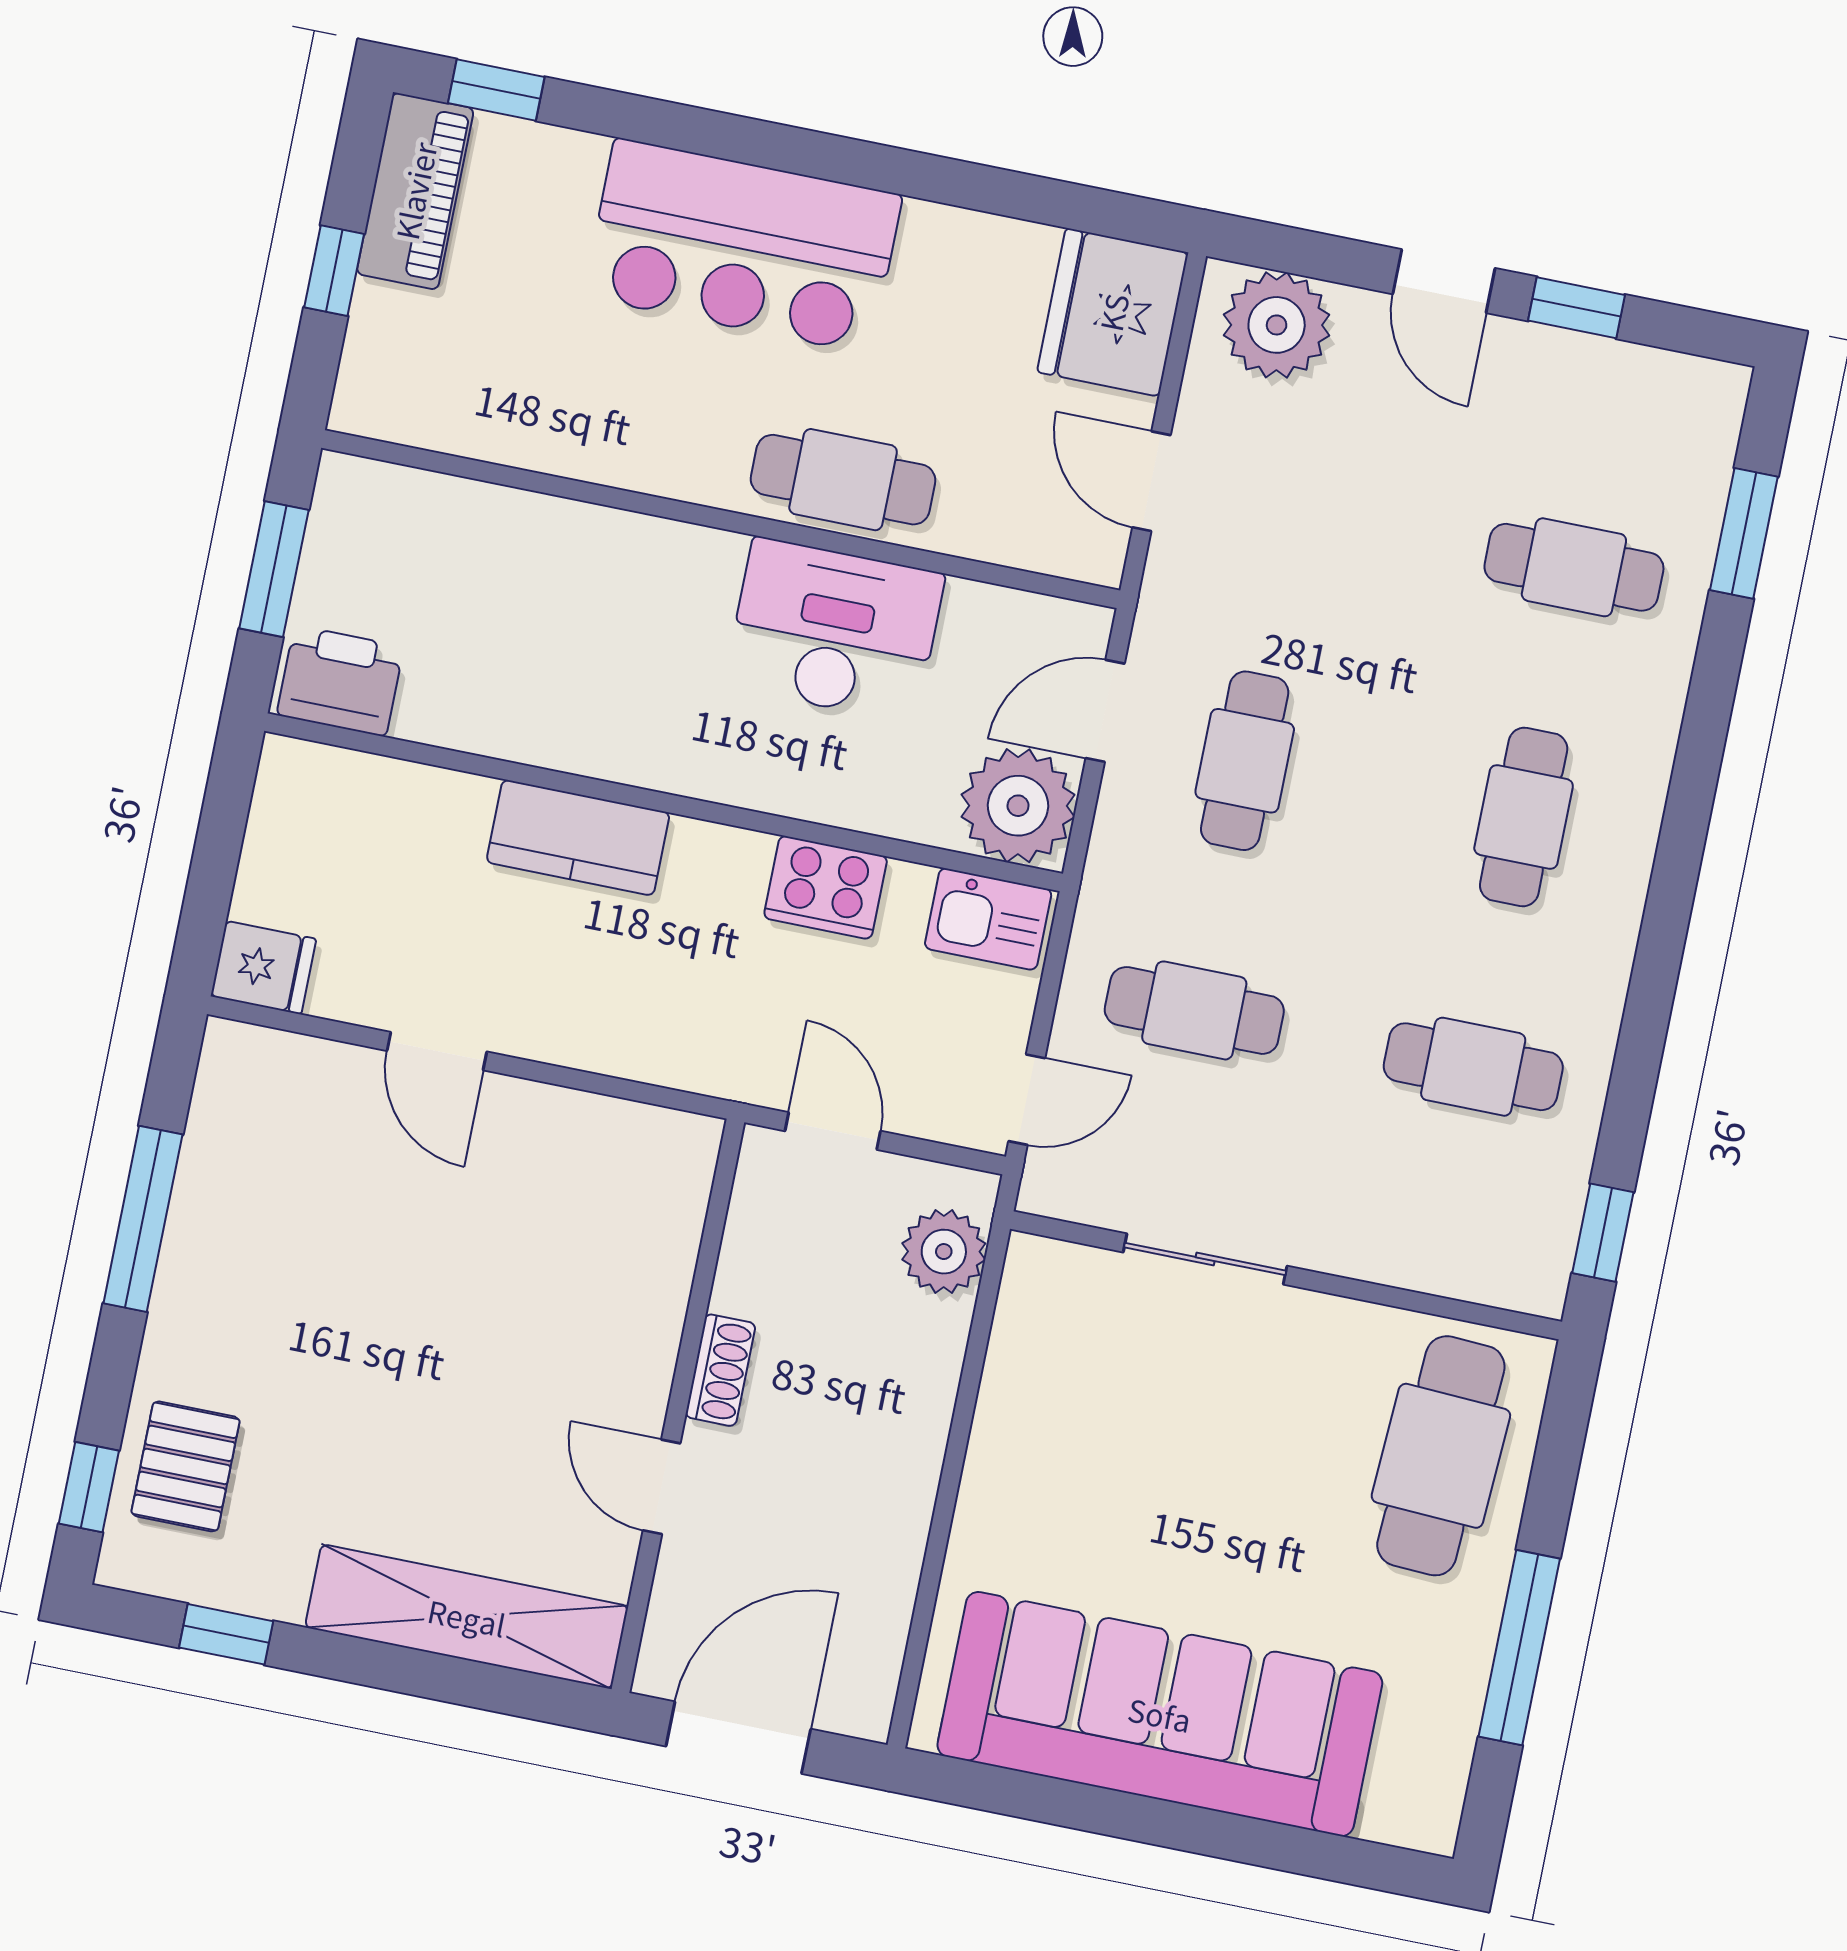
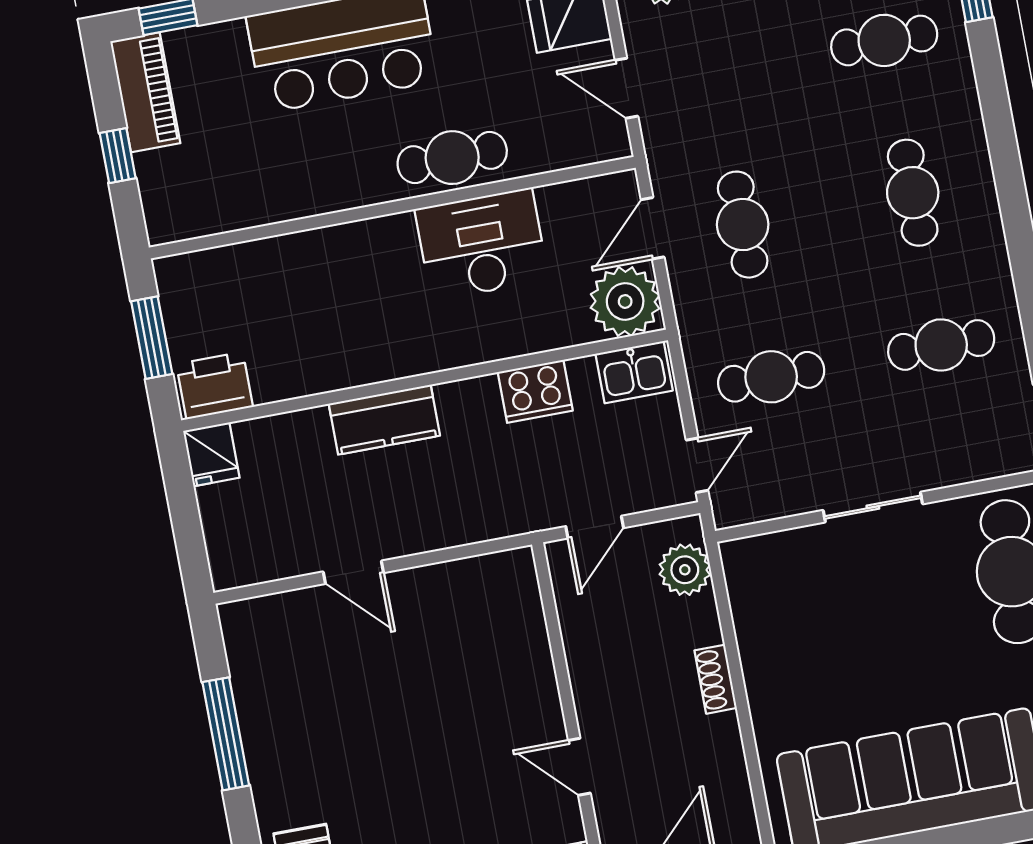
fridge: (263, 968) -> (211, 454), moved, turned 90
door: (833, 1131) -> (595, 527), swing flipped
sliding door: (1205, 1259) -> (873, 507), moved
shoe rack: (720, 1370) -> (716, 679), moved, turned 180

